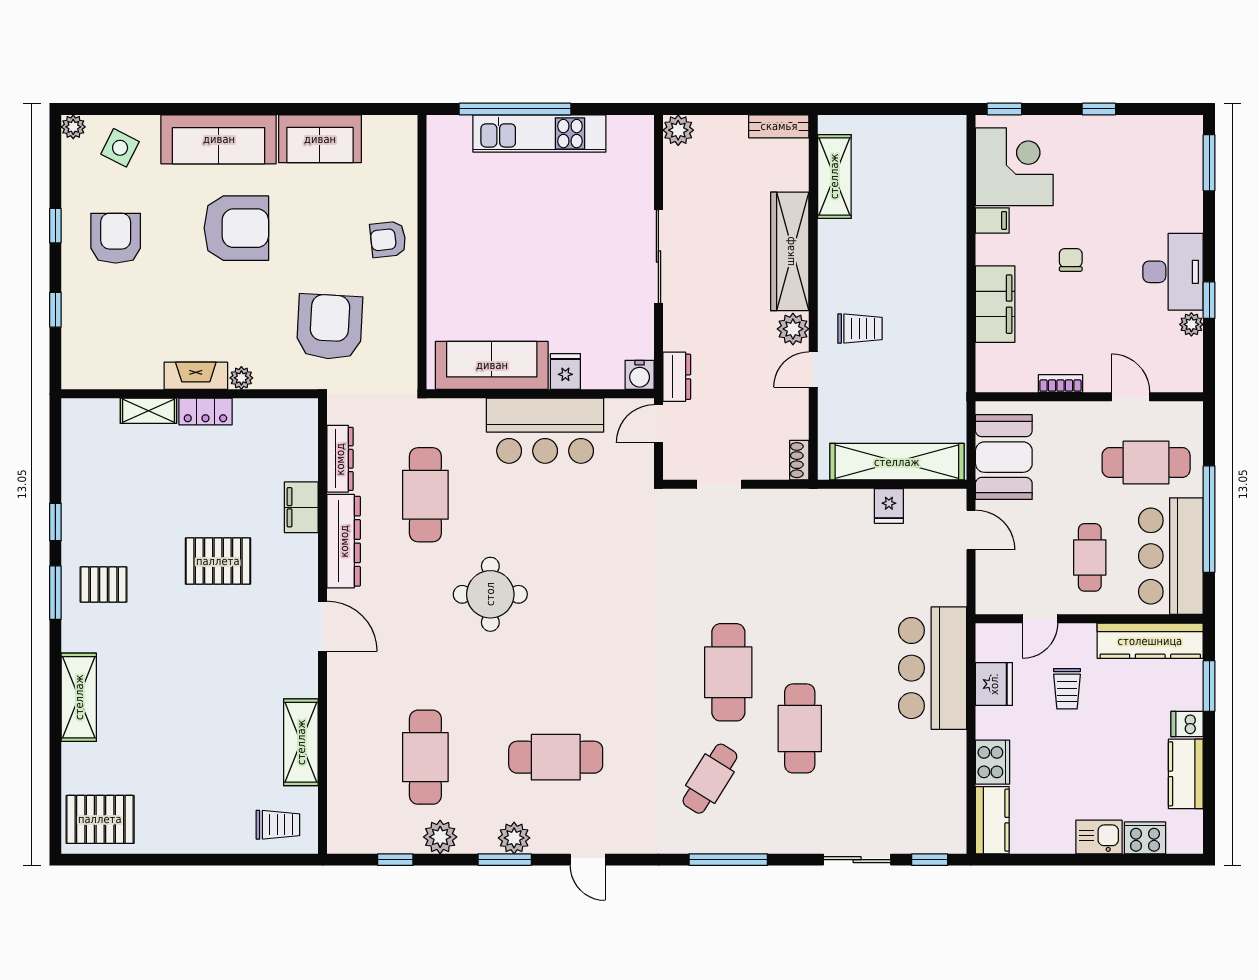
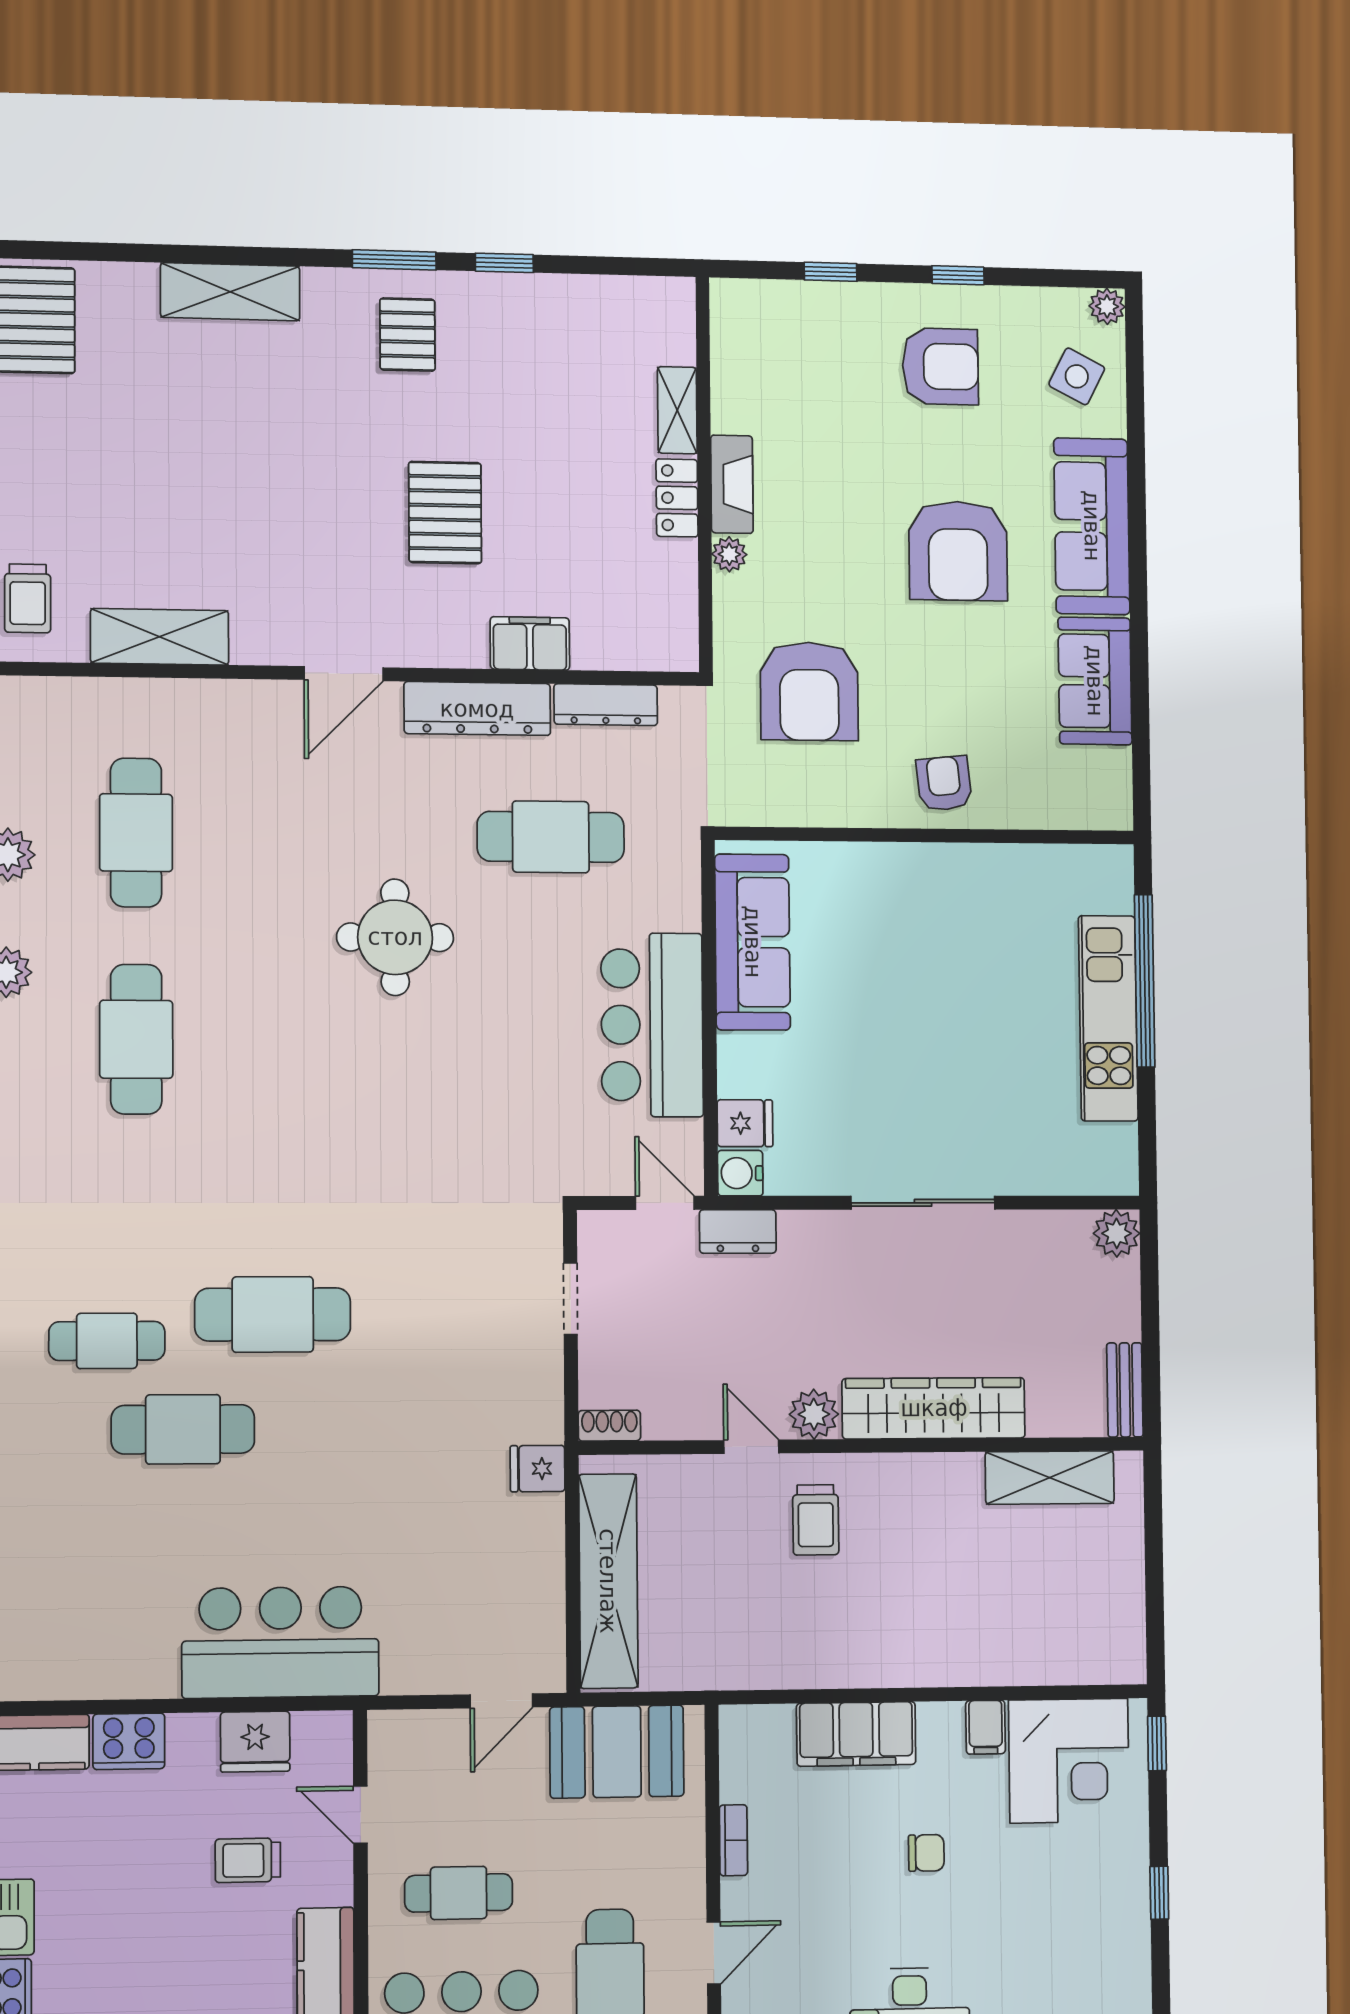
armchair: (329, 327) -> (809, 691), turned 87
fridge: (565, 371) -> (745, 1123), moved
fridge: (889, 506) -> (538, 1469), moved
cafe table: (425, 757) -> (136, 833), turned 90
cafe table: (710, 779) -> (107, 1341), moved, turned -32

